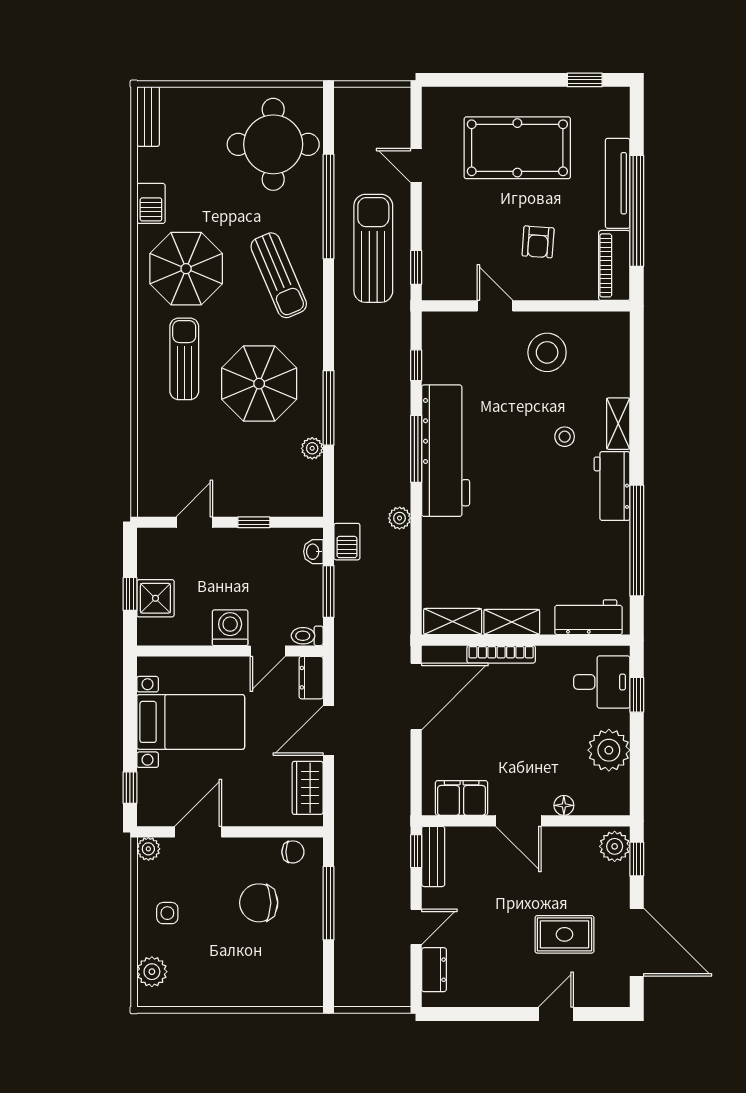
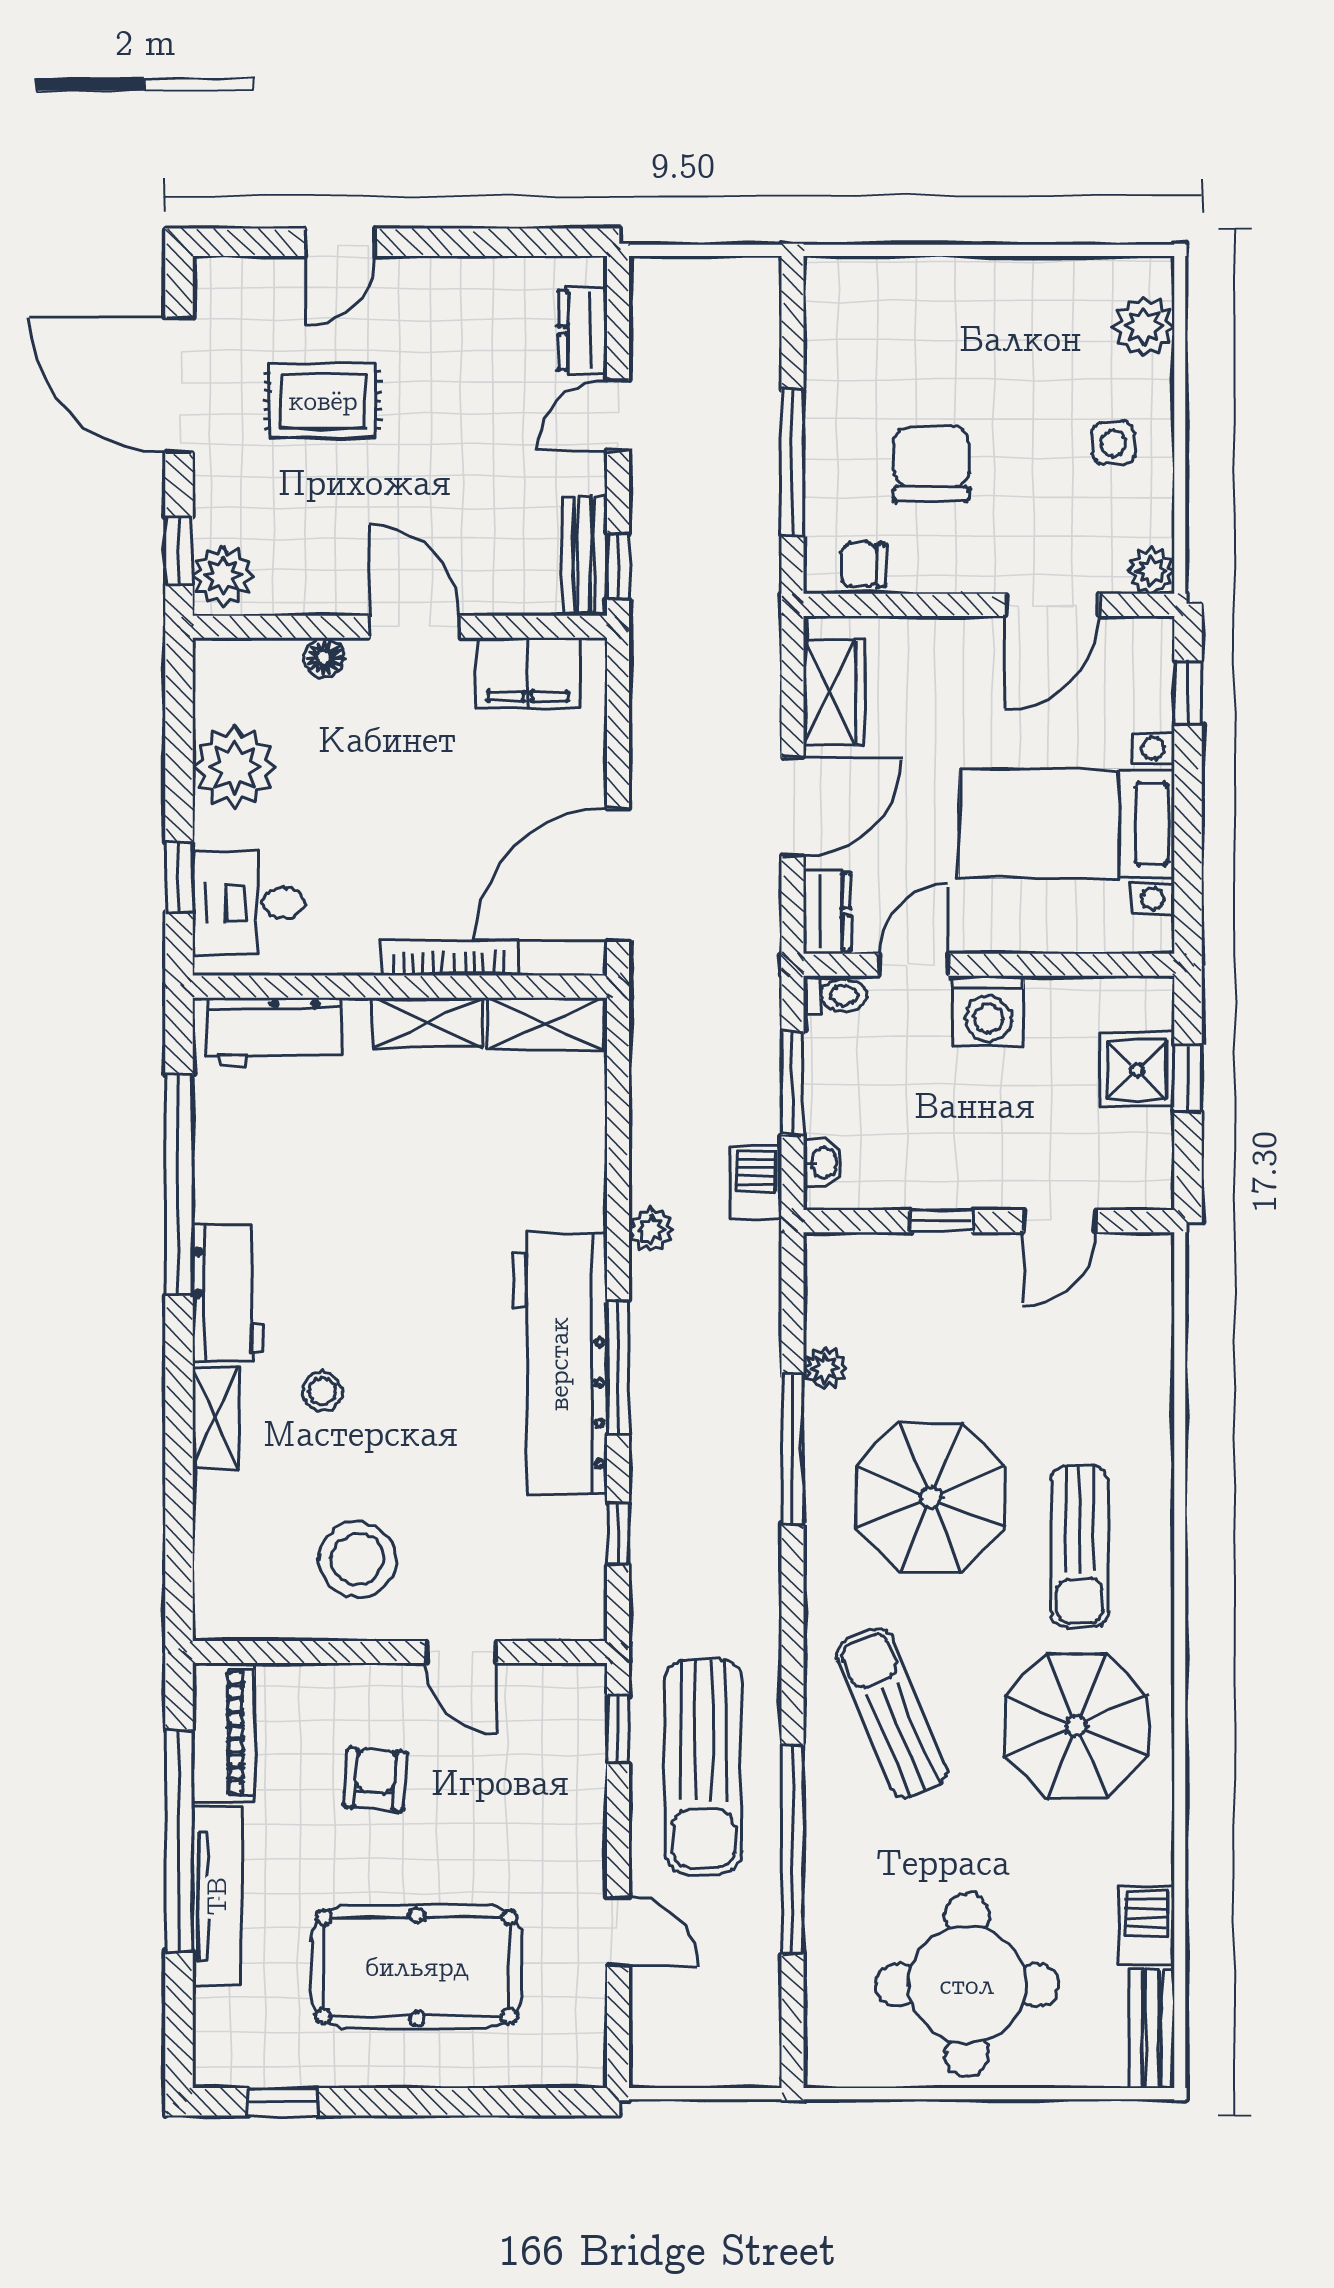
round table: (273, 144) -> (967, 1985), moved
barbecue: (151, 203) -> (1146, 1926), moved
chair: (259, 903) -> (931, 464), turned -90

